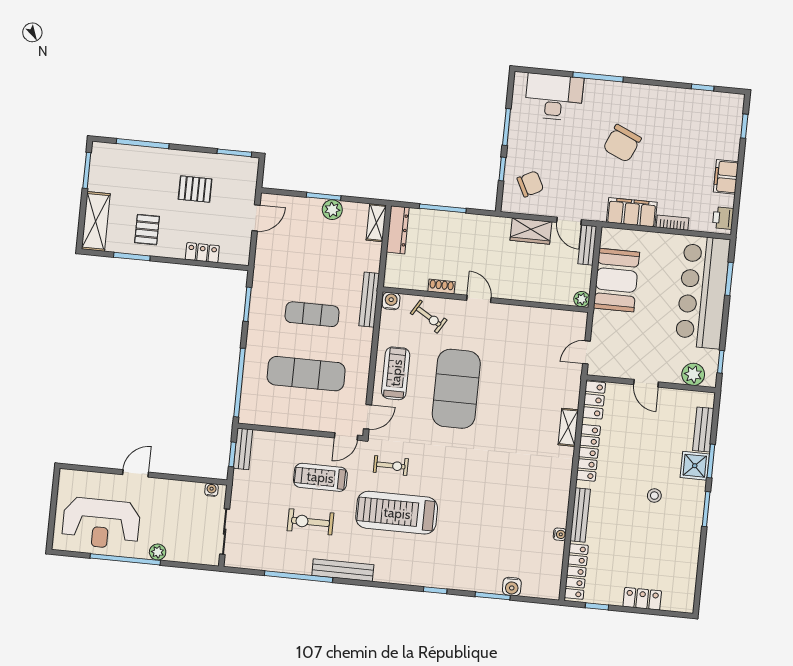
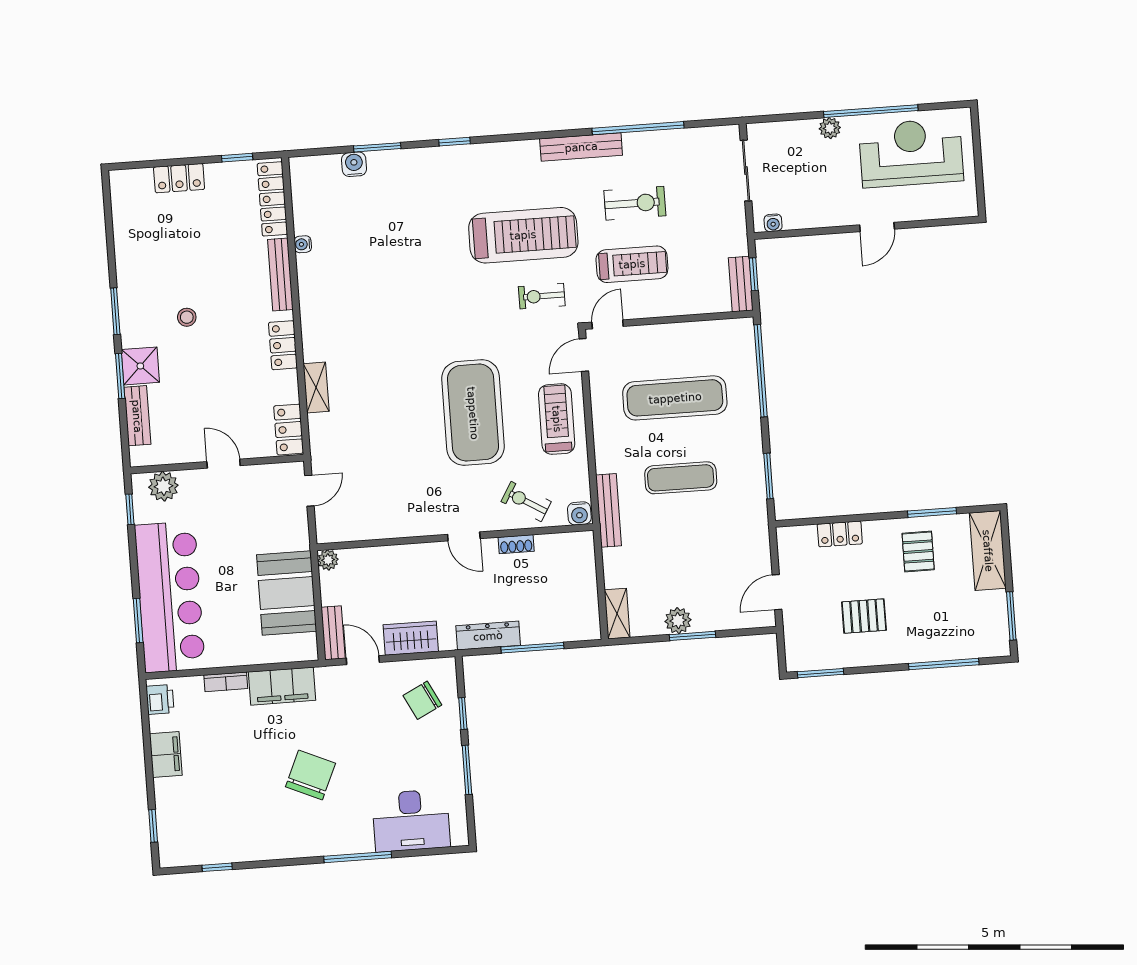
dresser: (398, 230) -> (488, 636), moved, turned 90
treadmill: (396, 373) -> (557, 419), turned 180
locker: (588, 453) -> (283, 345), width x0.66

